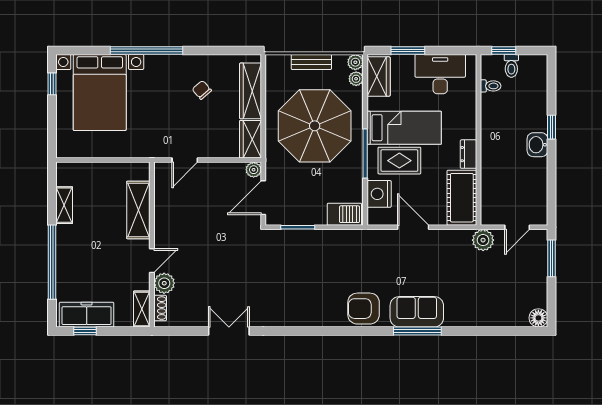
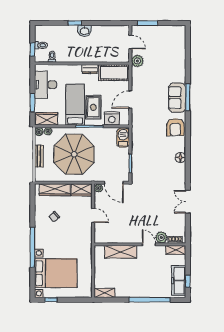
door: (185, 160) -> (93, 215), moved
shelving: (64, 205) -> (105, 293), moved
floor lamp: (538, 318) -> (181, 158), moved

